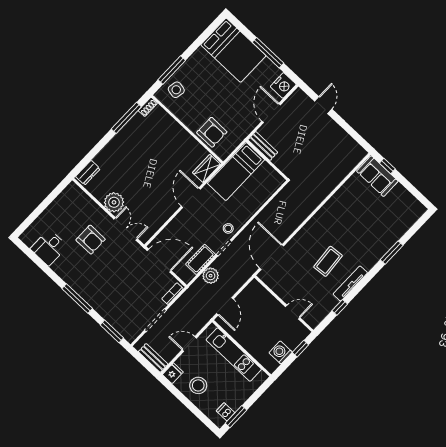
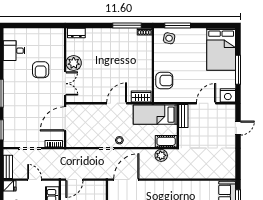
armchair: (212, 132) -> (164, 80), turned -90
cot: (201, 259) -> (166, 141), moved
door: (159, 261) -> (65, 119), swing flipped
plant: (211, 276) -> (161, 155), moved

